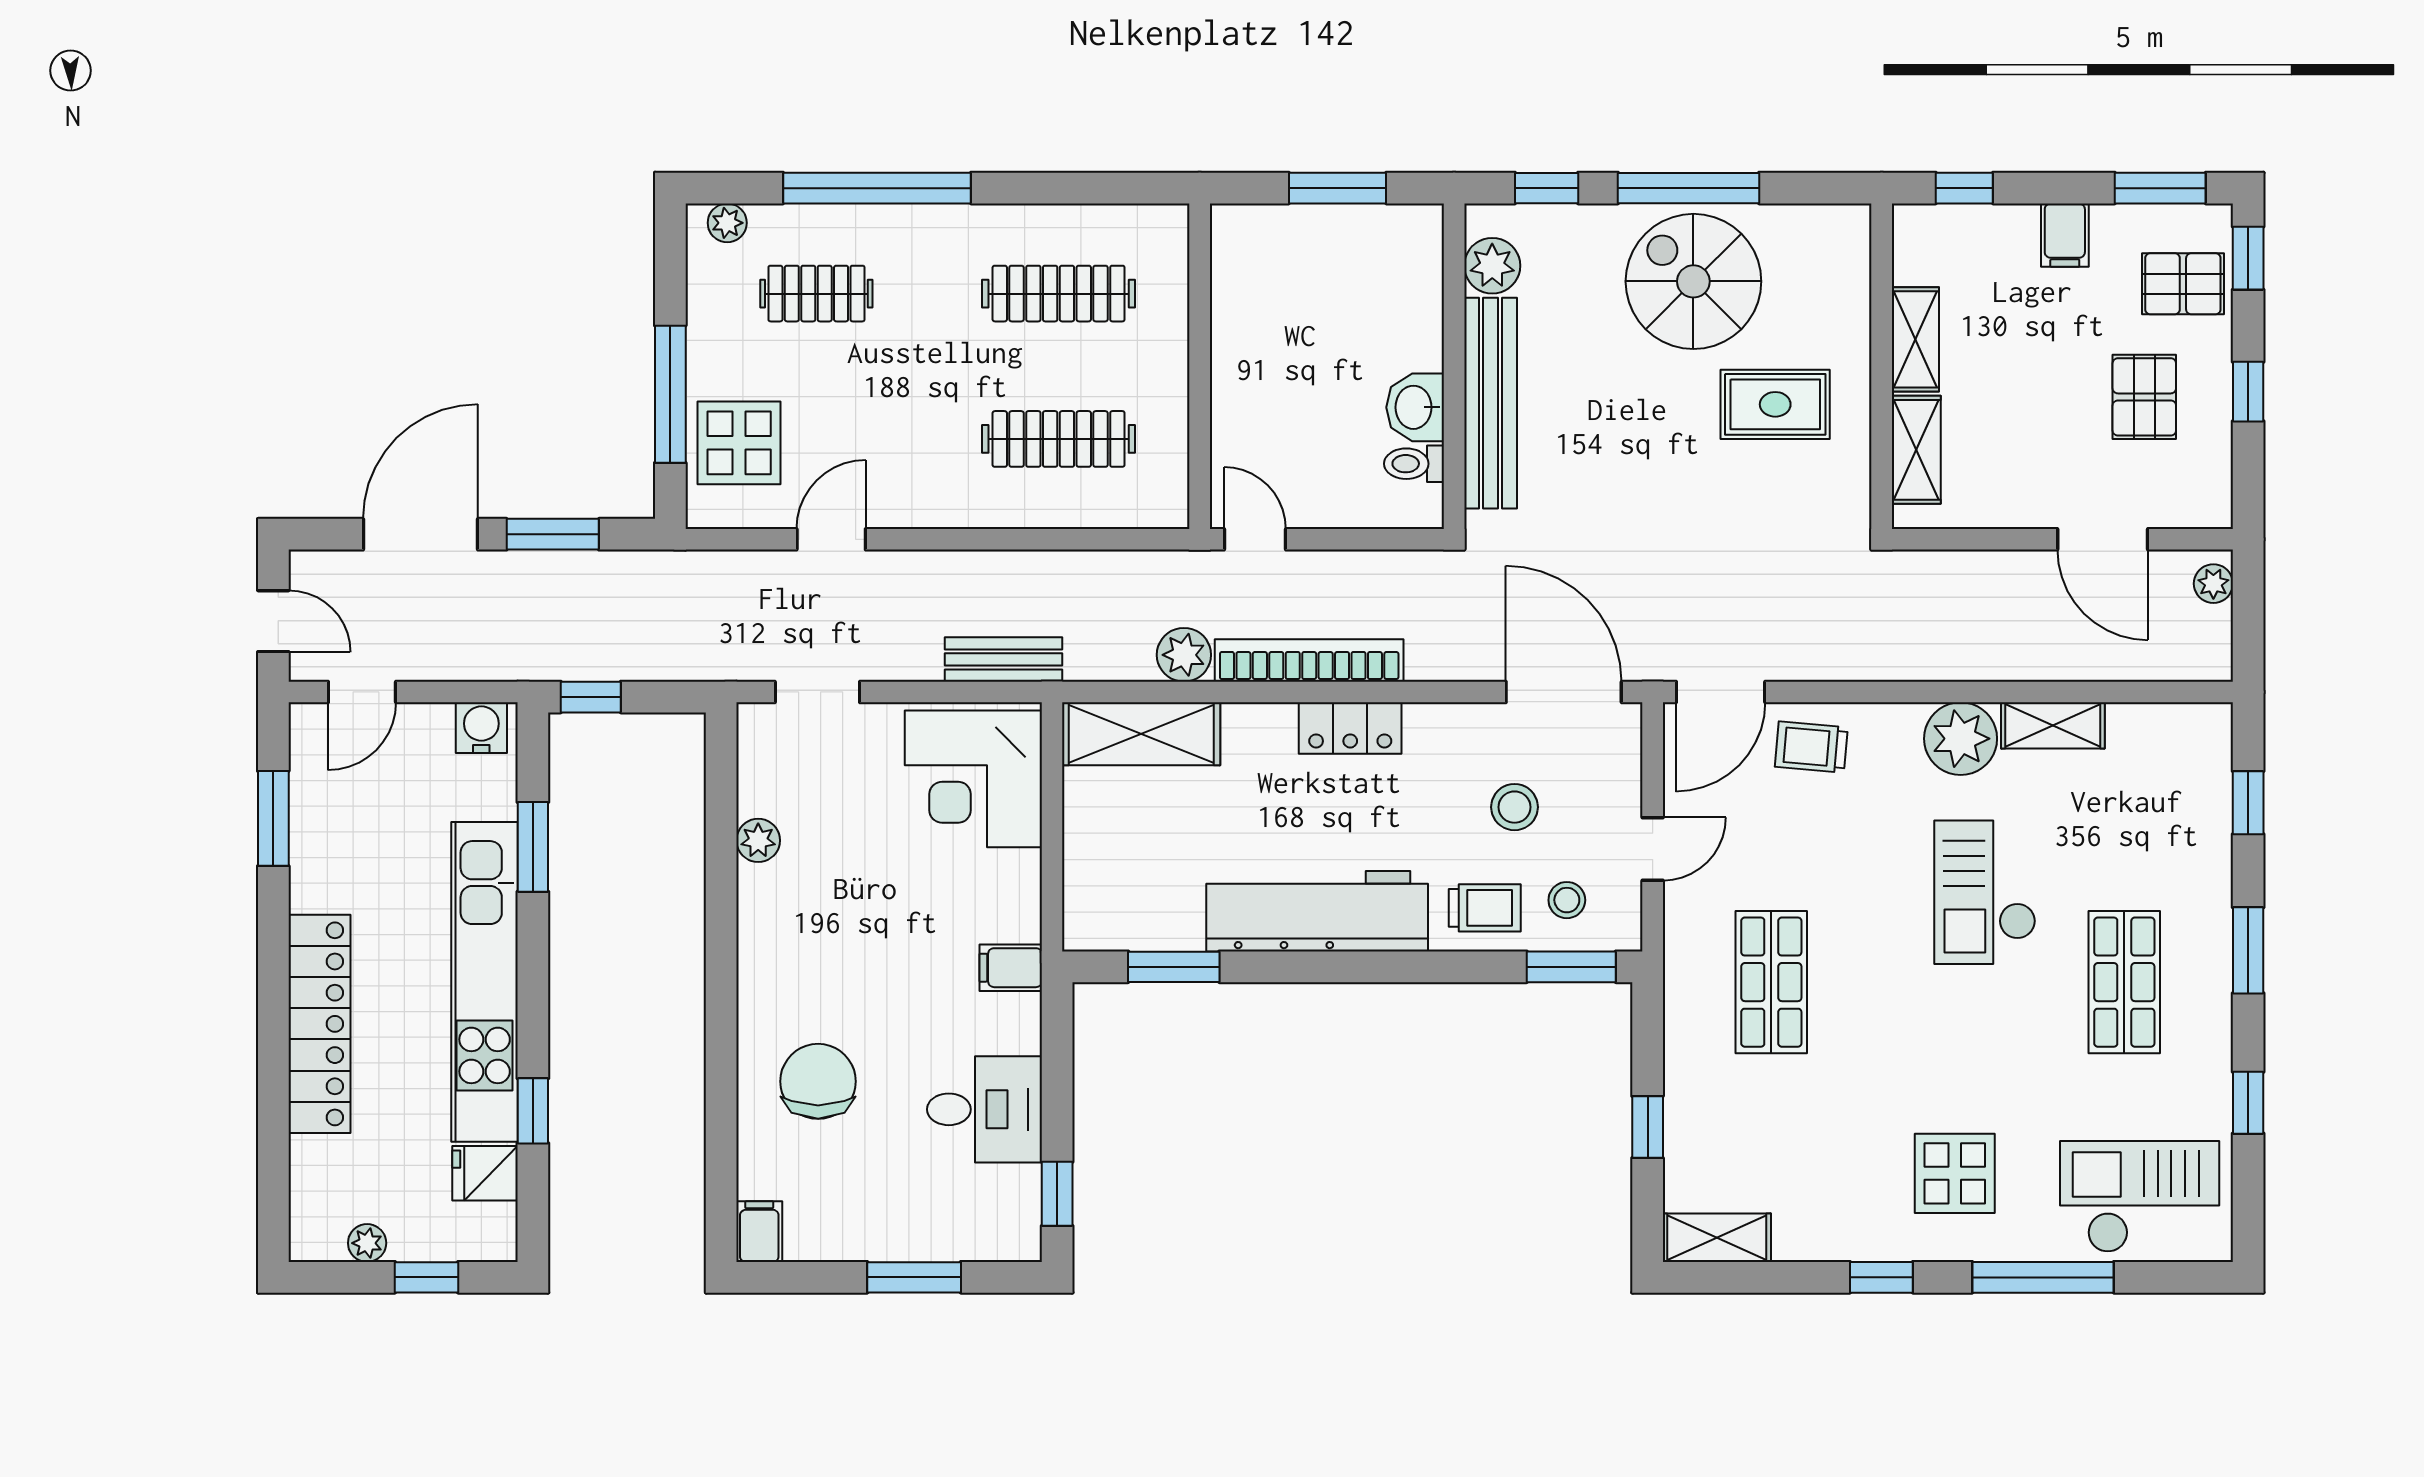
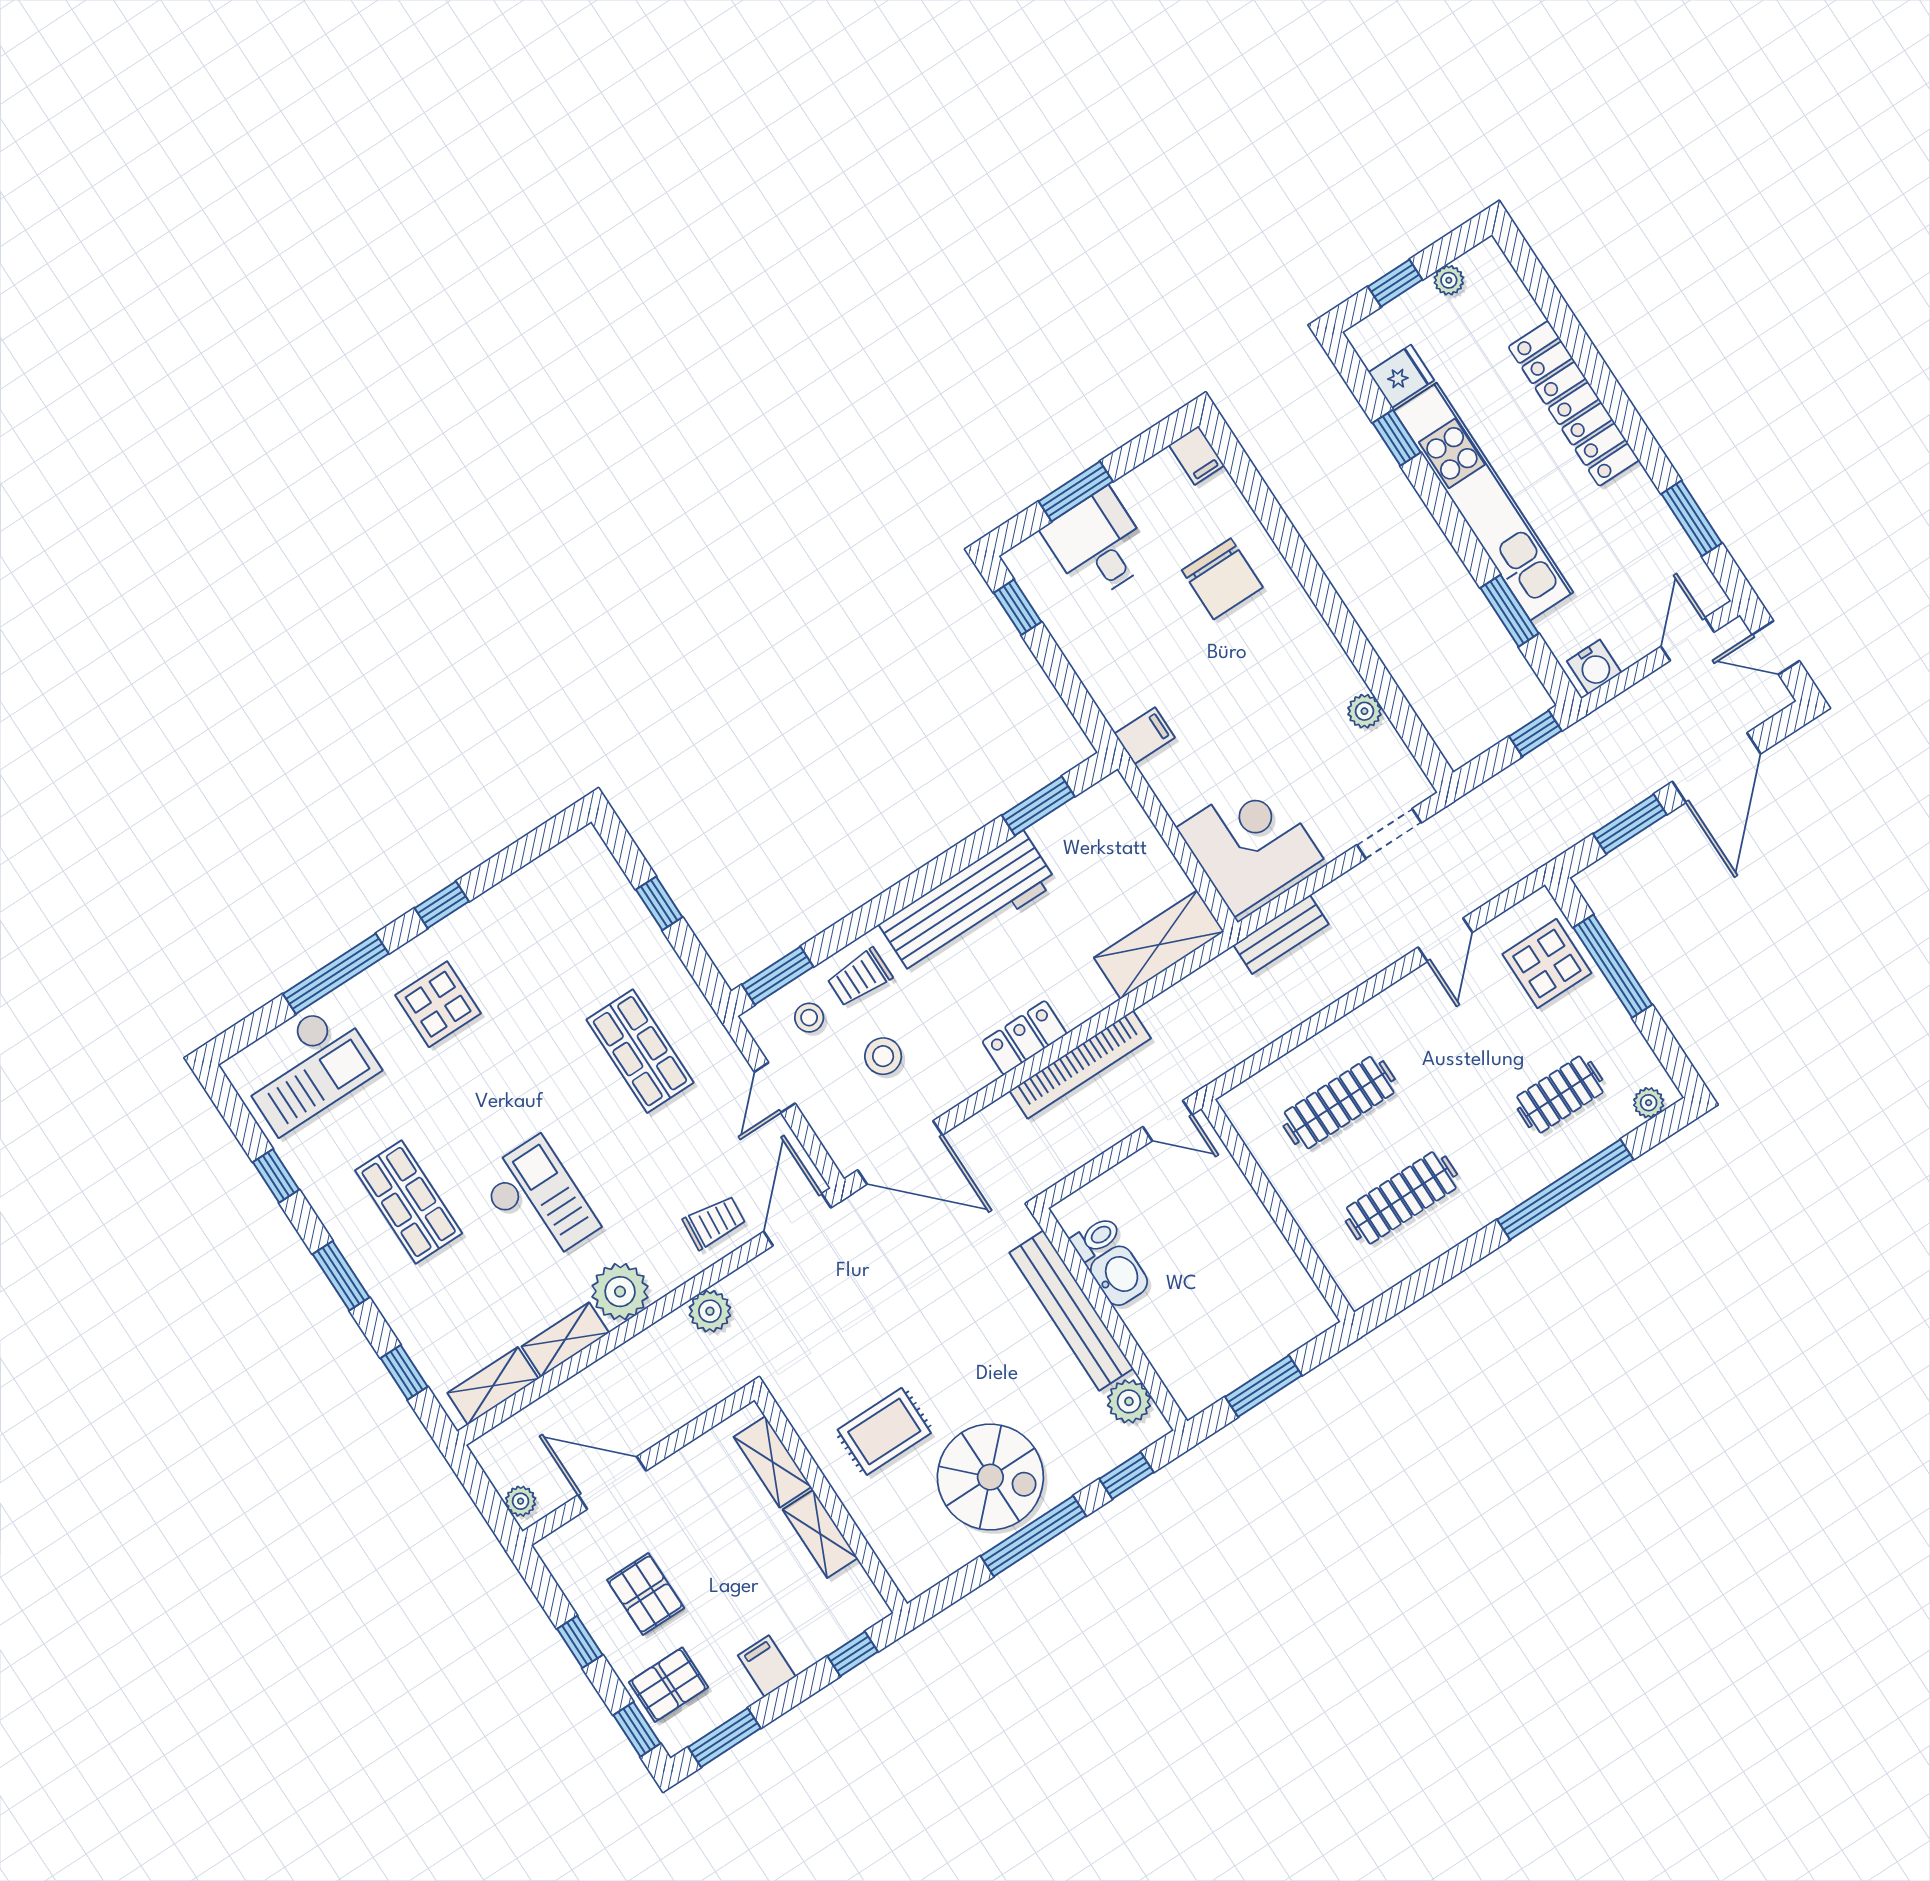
plant: (1184, 655) -> (710, 1311), moved
desk: (984, 1109) -> (1098, 545), moved, turned 90
shelving: (1717, 1238) -> (493, 1386), moved

